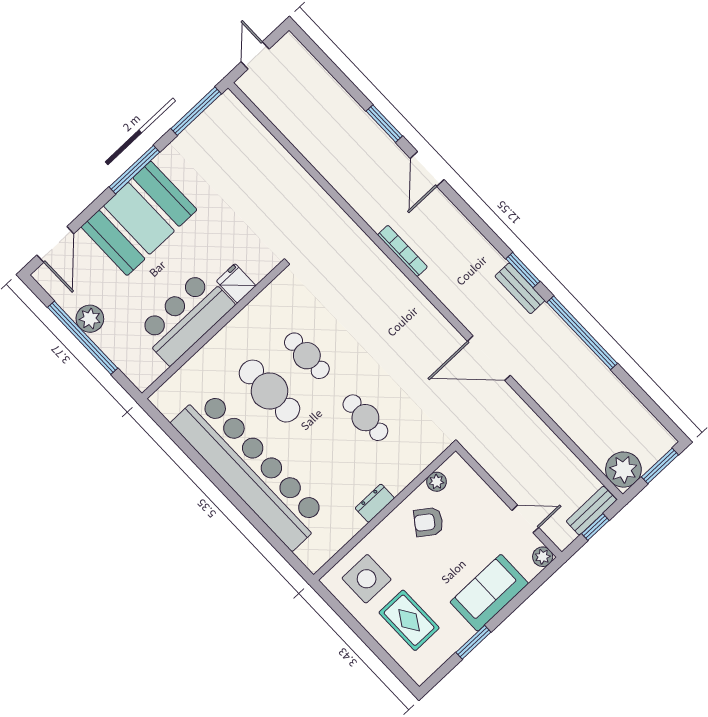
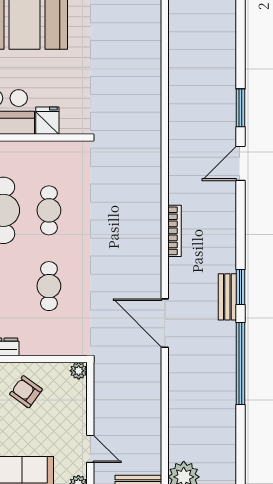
bookcase: (402, 251) -> (175, 231), moved
plant: (437, 482) -> (79, 371), moved

